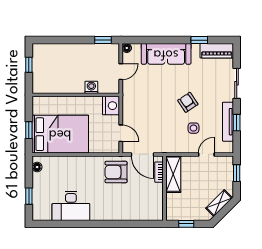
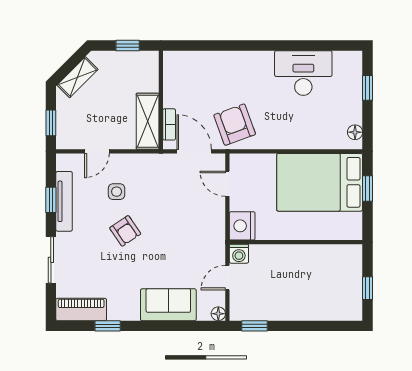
sofa: (166, 54) -> (168, 305), width x0.73
washing machine: (91, 87) -> (239, 254), moved
armchair: (116, 172) -> (235, 125), turned -110

